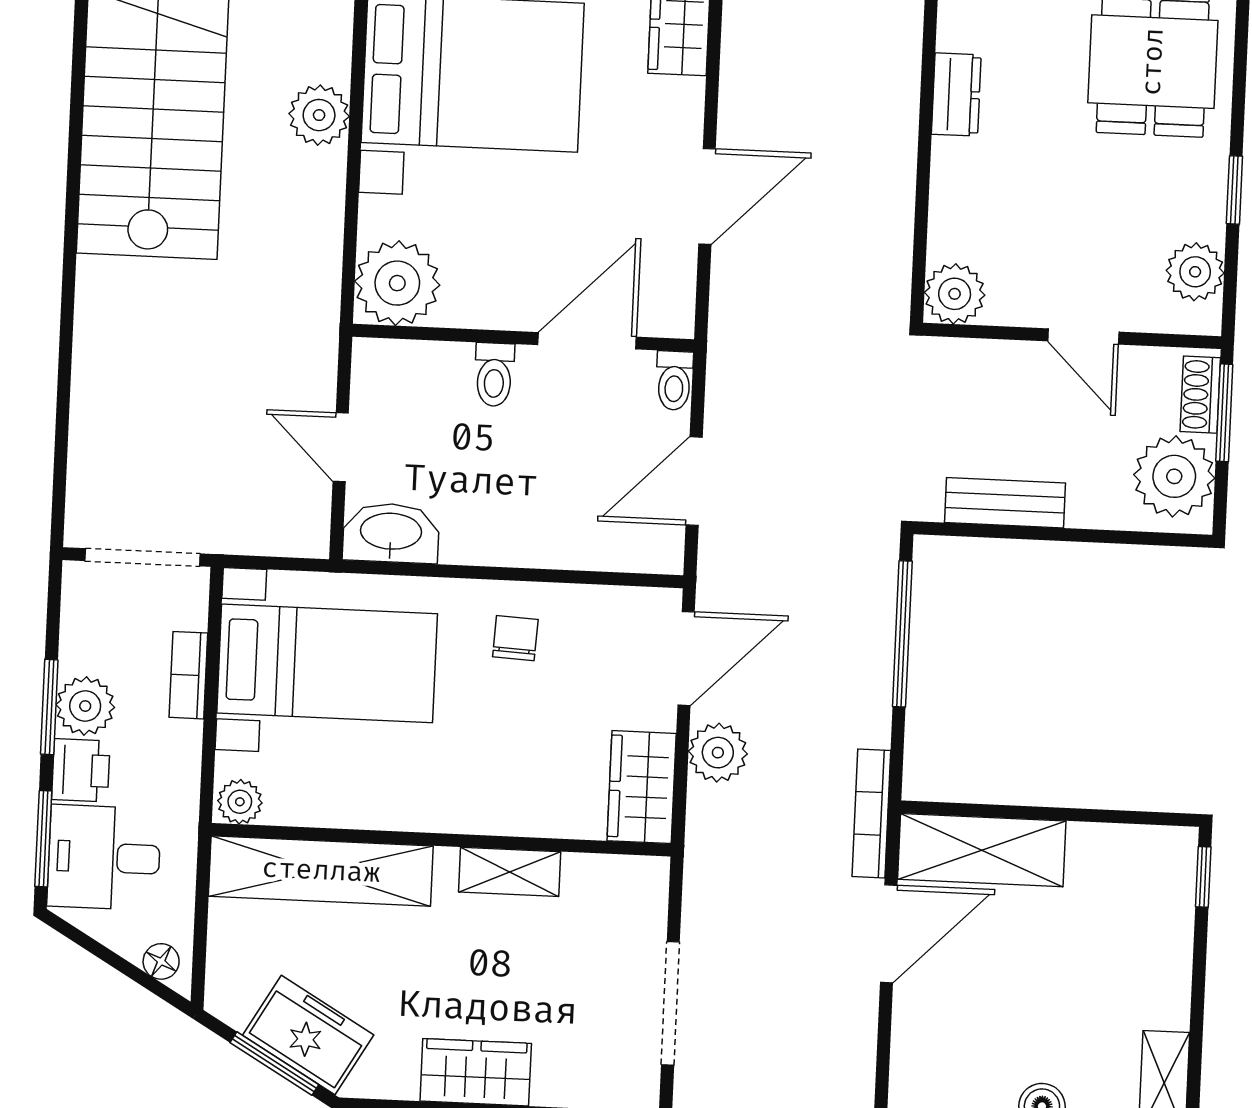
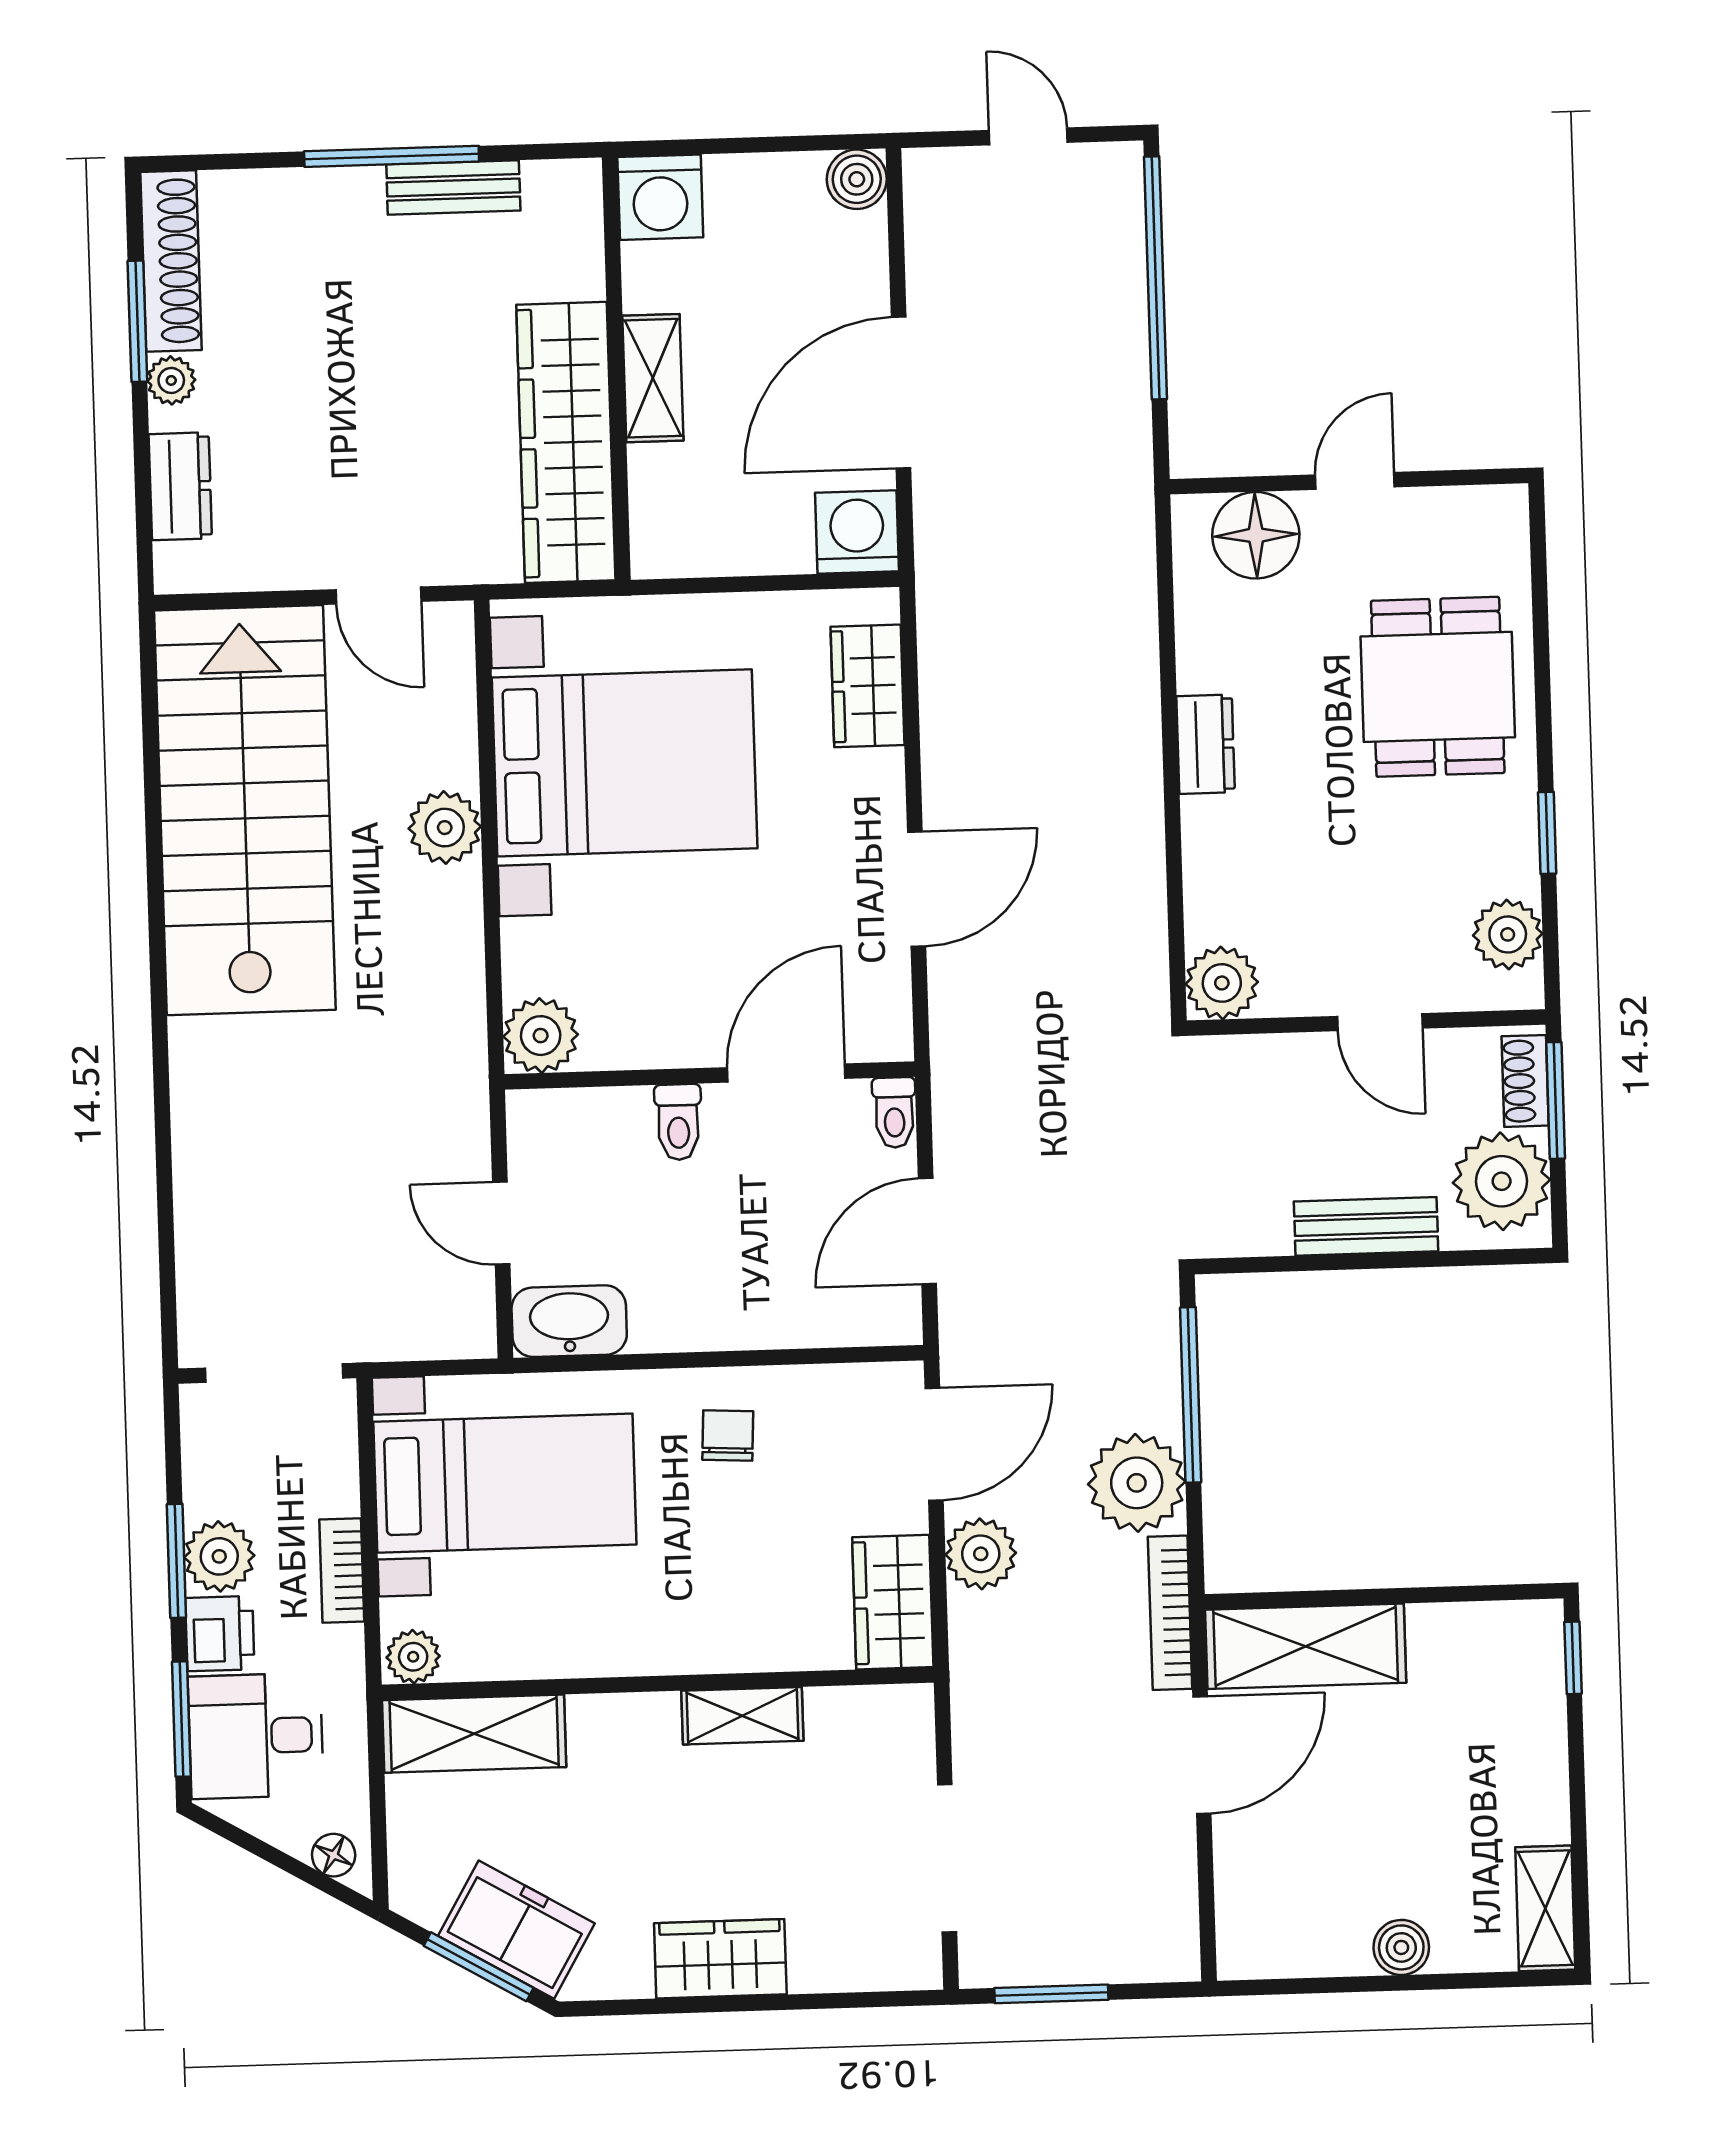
plant: (397, 283) -> (541, 1036), width x0.73, depth x0.73
bench: (1005, 503) -> (1366, 1226), moved
bookcase: (188, 675) -> (342, 1571), moved
plant: (852, 704) -> (1137, 1483), added
shelving: (321, 871) -> (474, 1734), width x0.68

